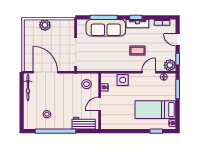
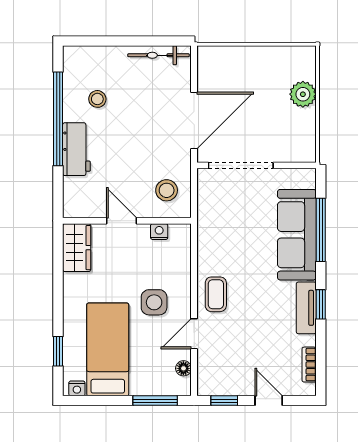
door: (178, 40) -> (269, 401), hinge flipped
coffee table: (137, 51) -> (216, 294), moved
plant: (170, 65) -> (210, 382), removed
door: (45, 72) -> (194, 120), moved
door: (149, 72) -> (194, 334), swing flipped
side table: (123, 80) -> (154, 302), moved
workbench: (84, 123) -> (76, 149), moved
wardrobe: (111, 123) -> (77, 248), added

